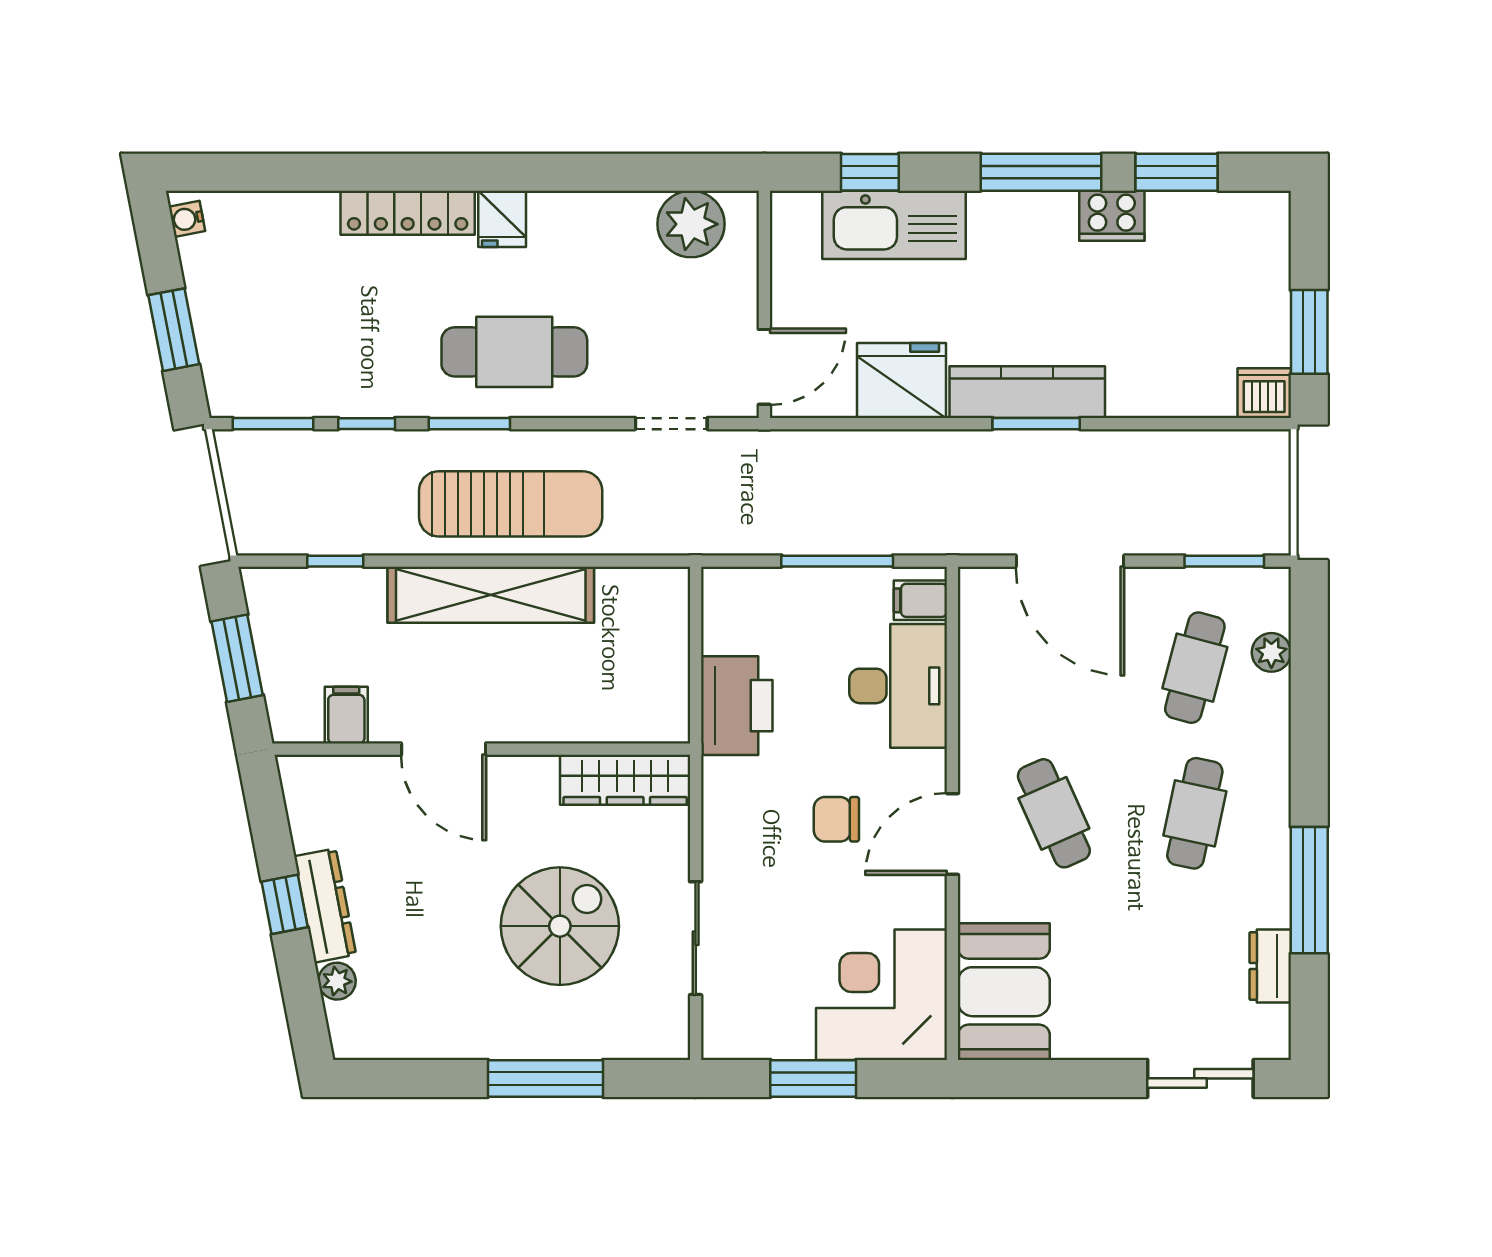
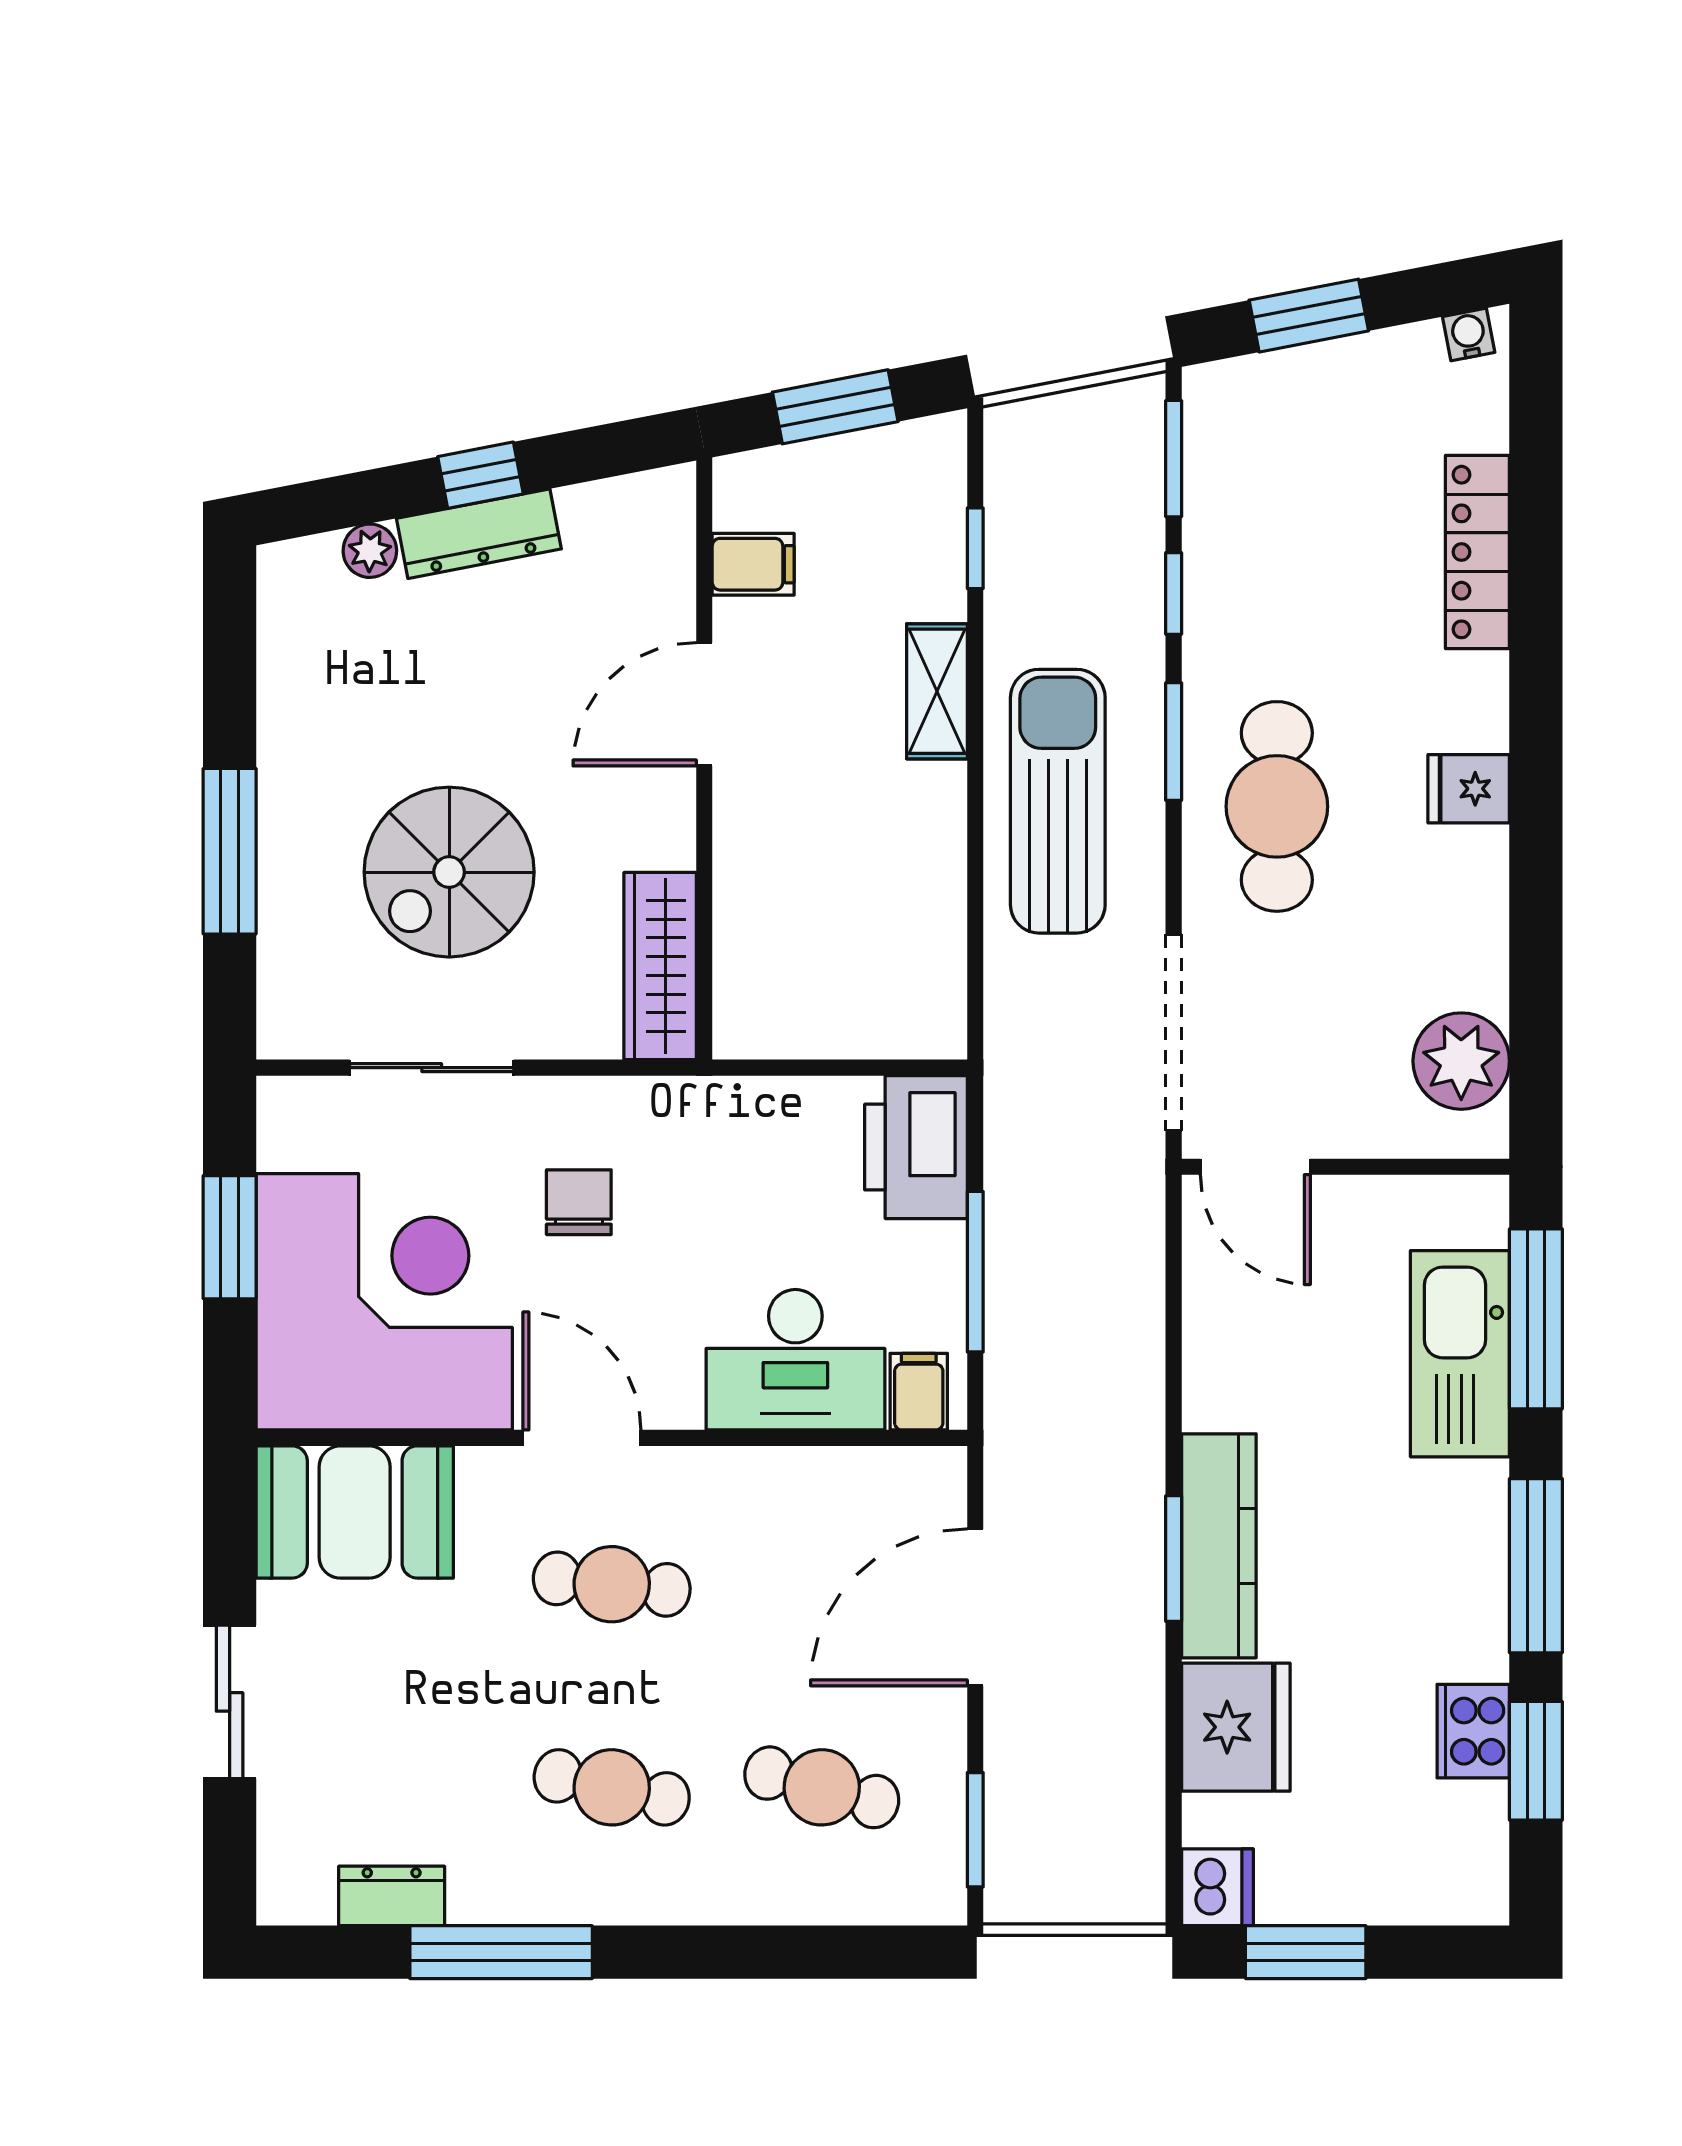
window: (870, 172) -> (1536, 1319), width x2.17
locker: (408, 213) -> (1477, 552), moved
cooker: (1112, 216) -> (1473, 1731), moved
fridge: (901, 380) -> (1236, 1727), moved
doorway: (671, 424) -> (1174, 1033), width x1.88
sun lounger: (511, 504) -> (1058, 801), turned 180
shelving: (491, 595) -> (937, 691), width x0.45, depth x0.75
plant: (1271, 652) -> (844, 1898), removed
printer: (737, 706) -> (916, 1147), moved, turned 90
cafe table: (1054, 813) -> (612, 1584), turned 30
chair: (836, 819) -> (579, 1202), moved
spiral stairs: (560, 926) -> (449, 872), turned 90
corner desk: (882, 995) -> (384, 1302), width x1.36, depth x1.36
sliding door: (1200, 1078) -> (230, 1702), moved

